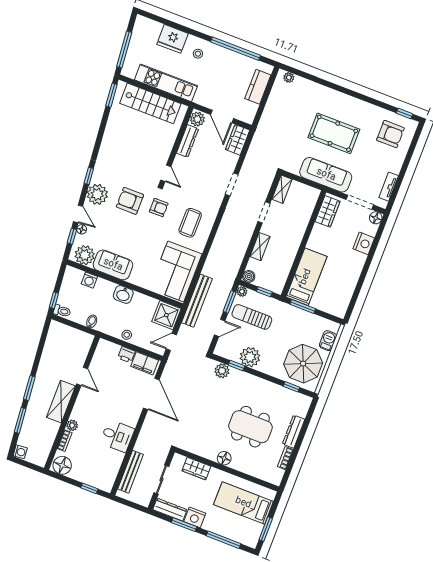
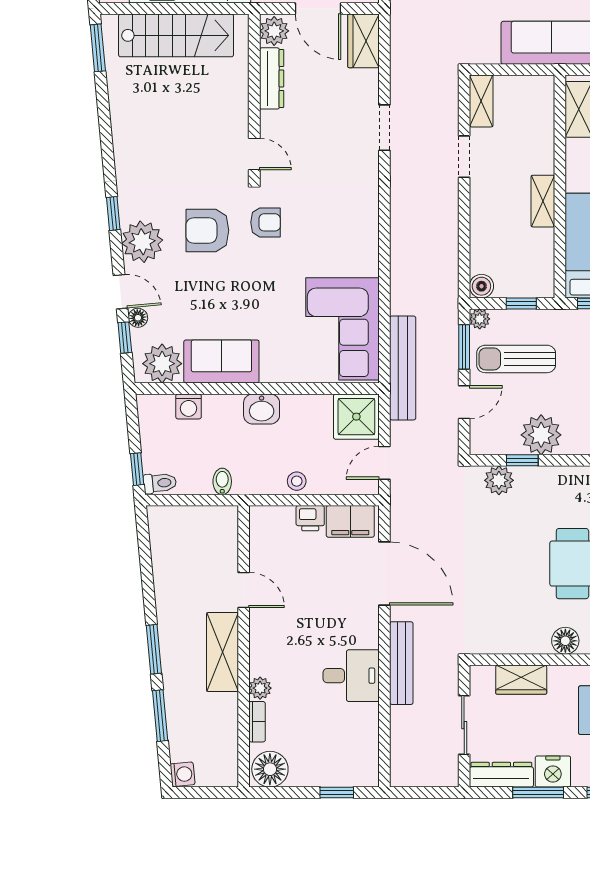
coffee table: (190, 223) -> (335, 228), removed
shelving: (260, 247) -> (543, 201), moved
bench: (131, 472) -> (401, 663), moved

